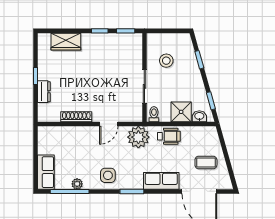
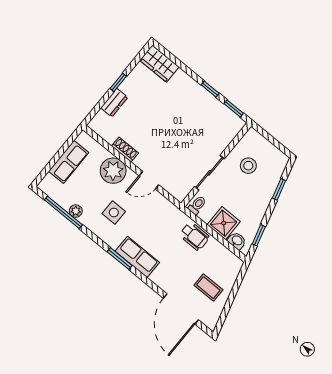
wardrobe: (66, 42) -> (159, 64), moved
shoe rack: (76, 117) -> (125, 149), width x0.70
plant: (138, 137) -> (113, 171), moved
row of seats: (46, 172) -> (69, 162), moved
side table: (108, 175) -> (114, 212), moved
row of seats: (161, 181) -> (137, 257), moved

